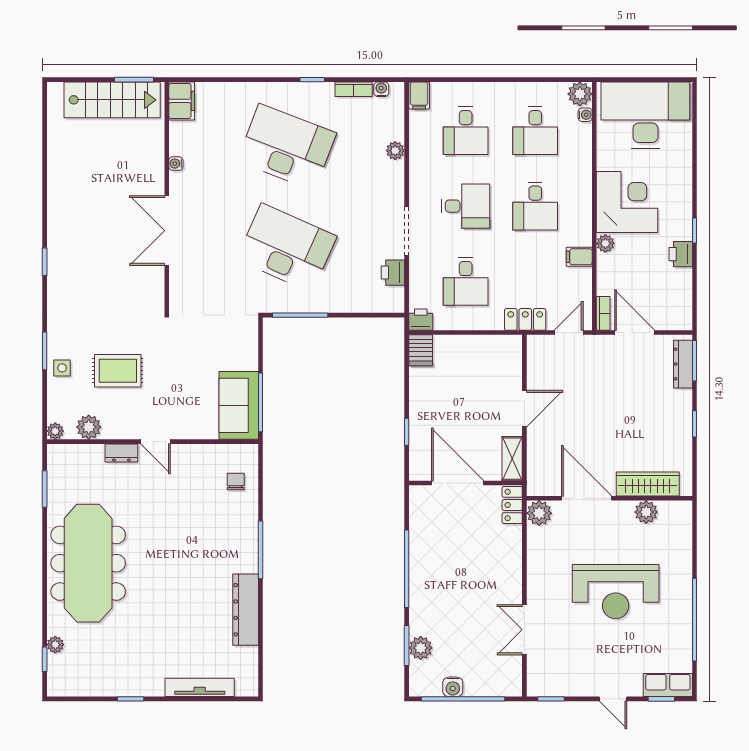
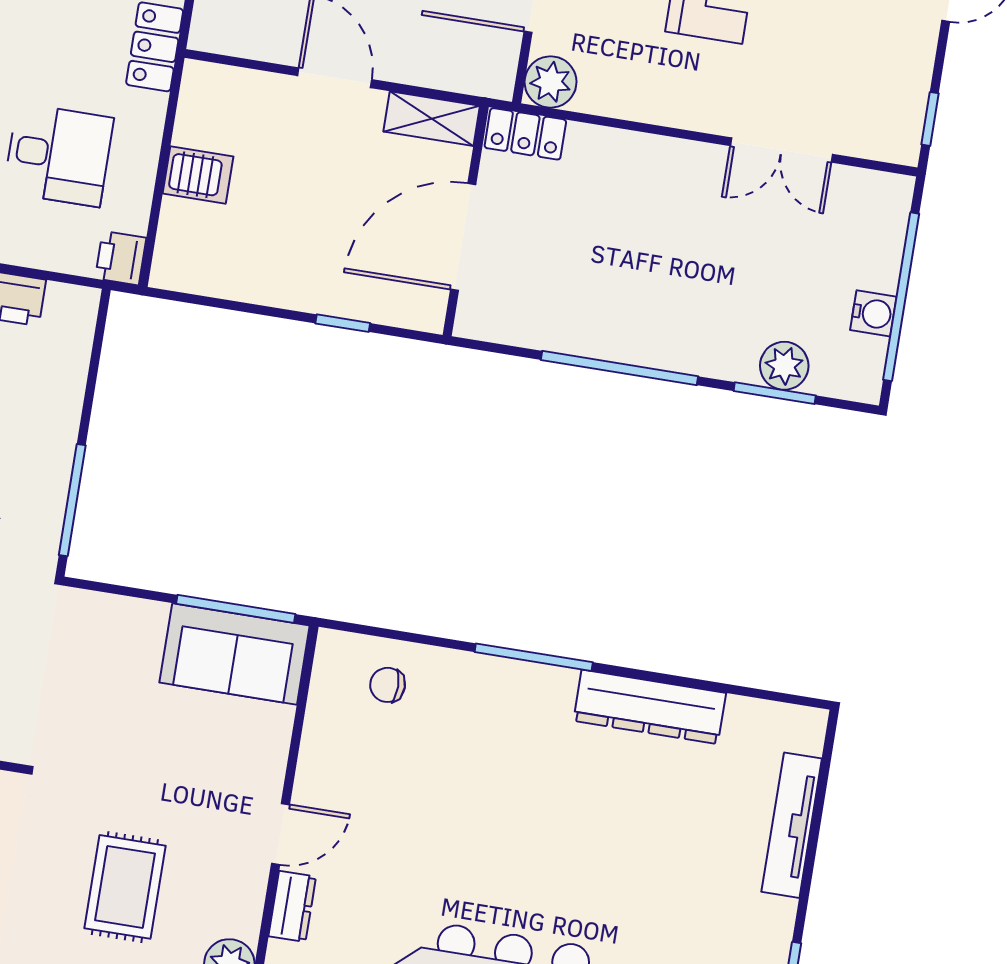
server rack: (421, 350) -> (198, 175), moved

